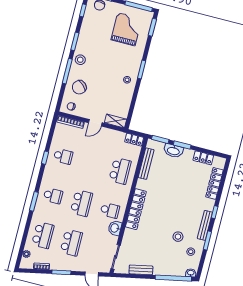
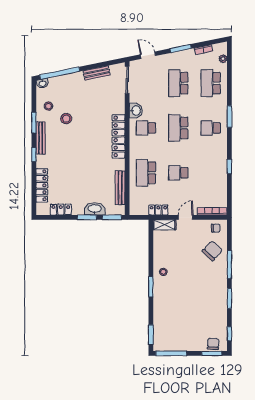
grand piano: (126, 29) -> (178, 326), removed
stool: (80, 60) -> (219, 280), removed
locker: (134, 140) -> (158, 210), moved
school desk: (63, 156) -> (178, 173), moved

